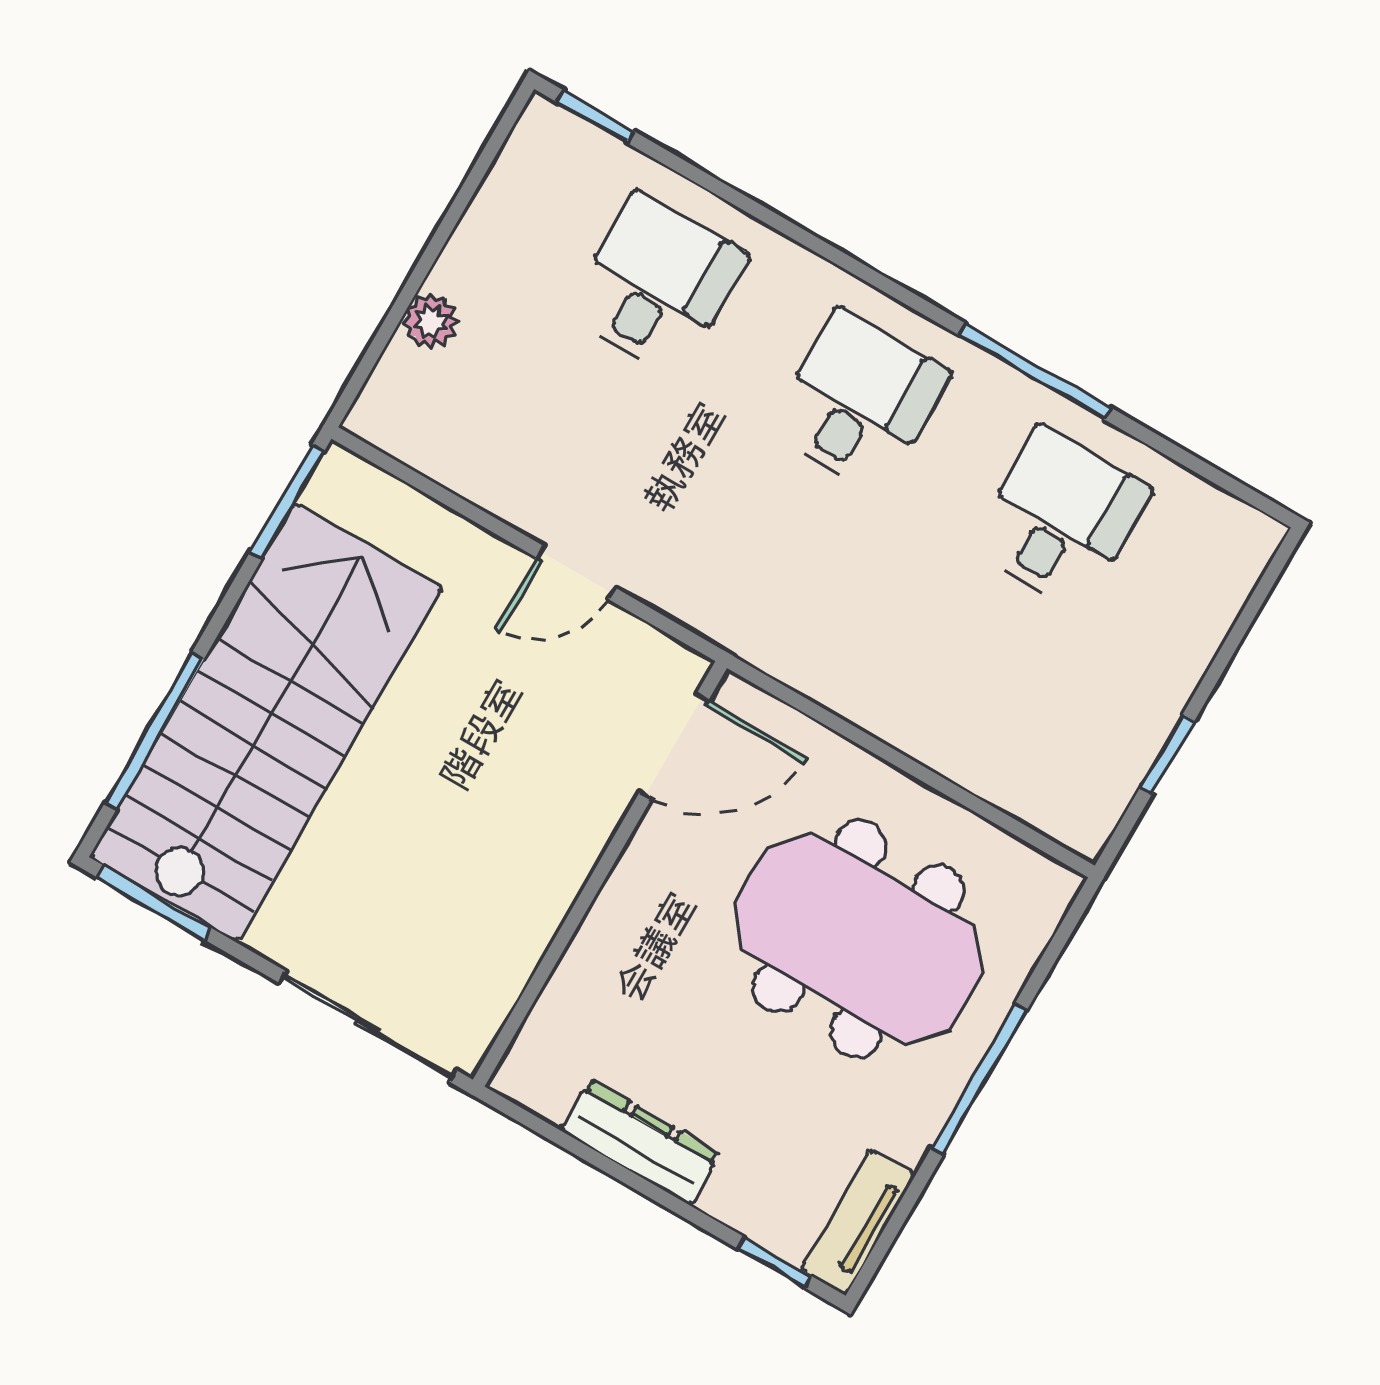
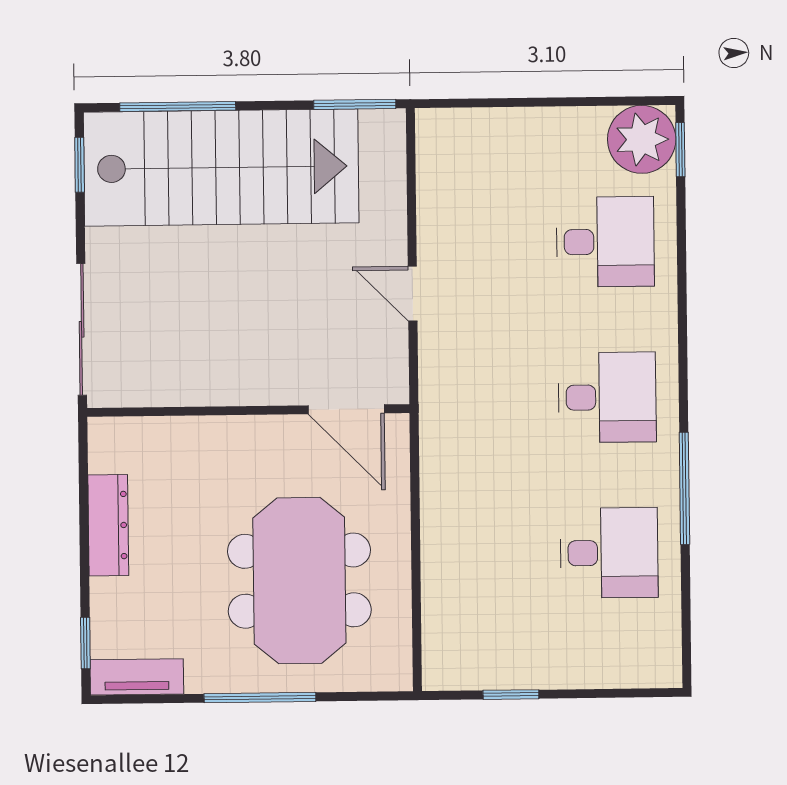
plant: (431, 322) -> (642, 139), moved, width x1.88, depth x1.88
window: (154, 903) -> (80, 165), width x0.67

